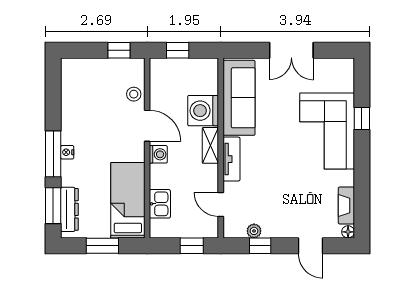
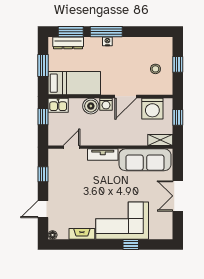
window: (119, 50) -> (178, 64), moved
stool: (134, 94) -> (155, 69), moved
washing machine: (203, 111) -> (152, 109), moved, turned 180
shelving: (210, 145) -> (160, 140), moved
boiler: (161, 176) -> (91, 106), added
kitchen sink: (160, 204) -> (58, 105), moved
fireplace: (346, 205) -> (82, 234), moved
plant: (254, 231) -> (53, 170), removed
window: (192, 246) -> (43, 117), moved

